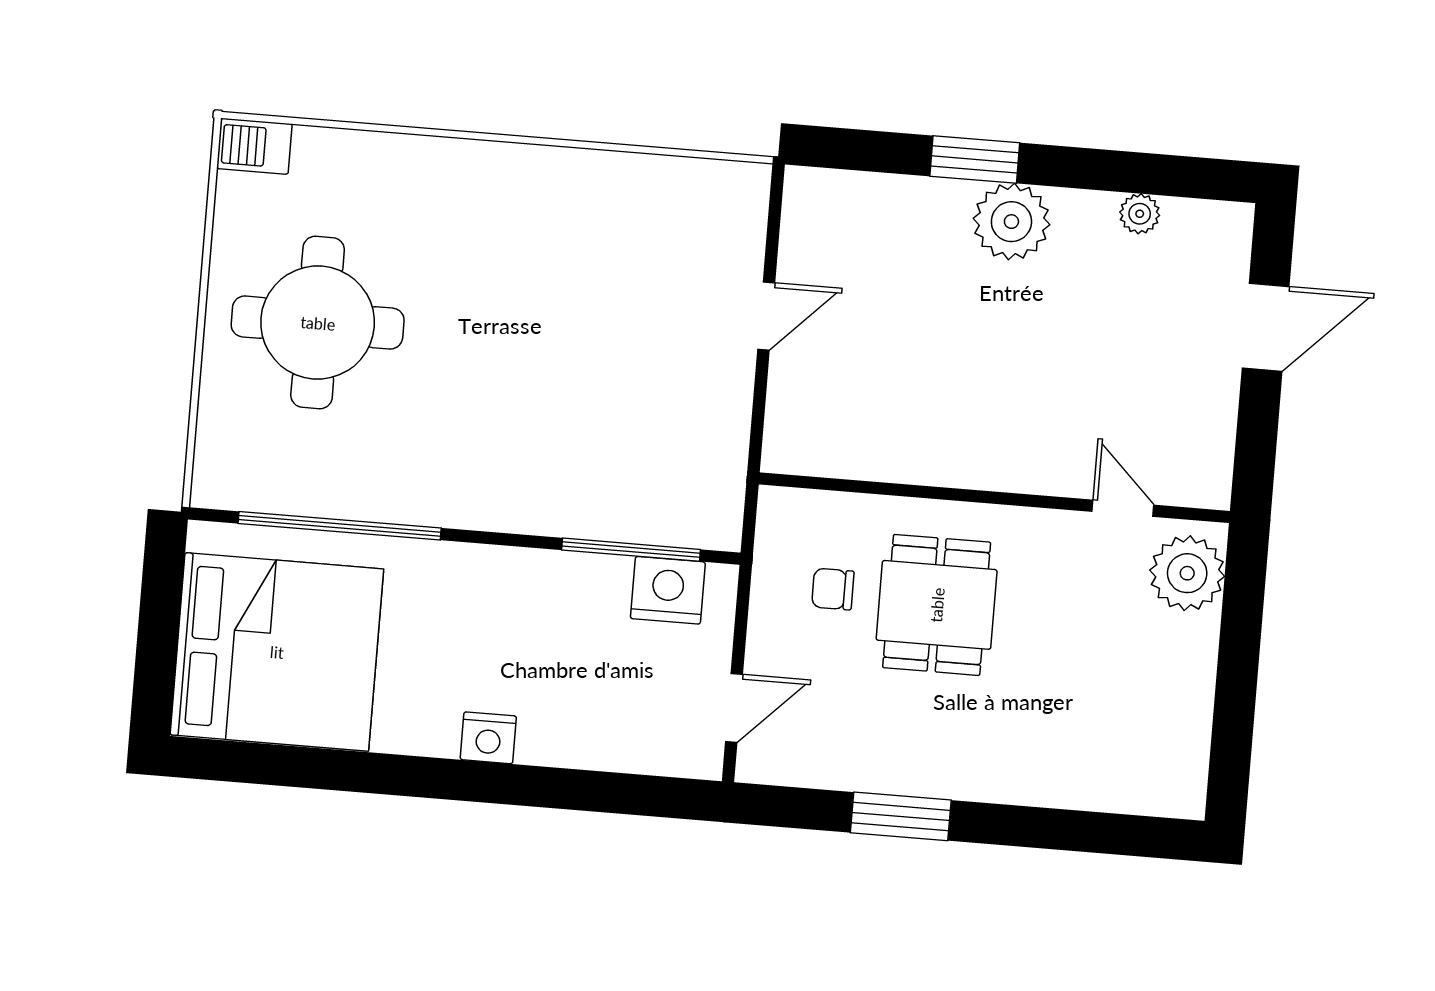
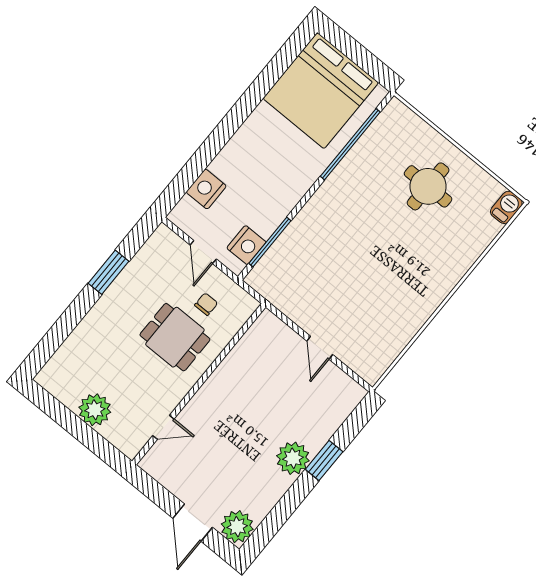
plant: (1140, 214) -> (237, 527), moved, width x1.88, depth x1.88
round table: (318, 323) -> (428, 186), width x0.73, depth x0.73
plant: (1187, 573) -> (95, 410), moved
door: (734, 708) -> (203, 252), moved
nightstand: (488, 738) -> (206, 189), moved, width x1.36, depth x1.33

